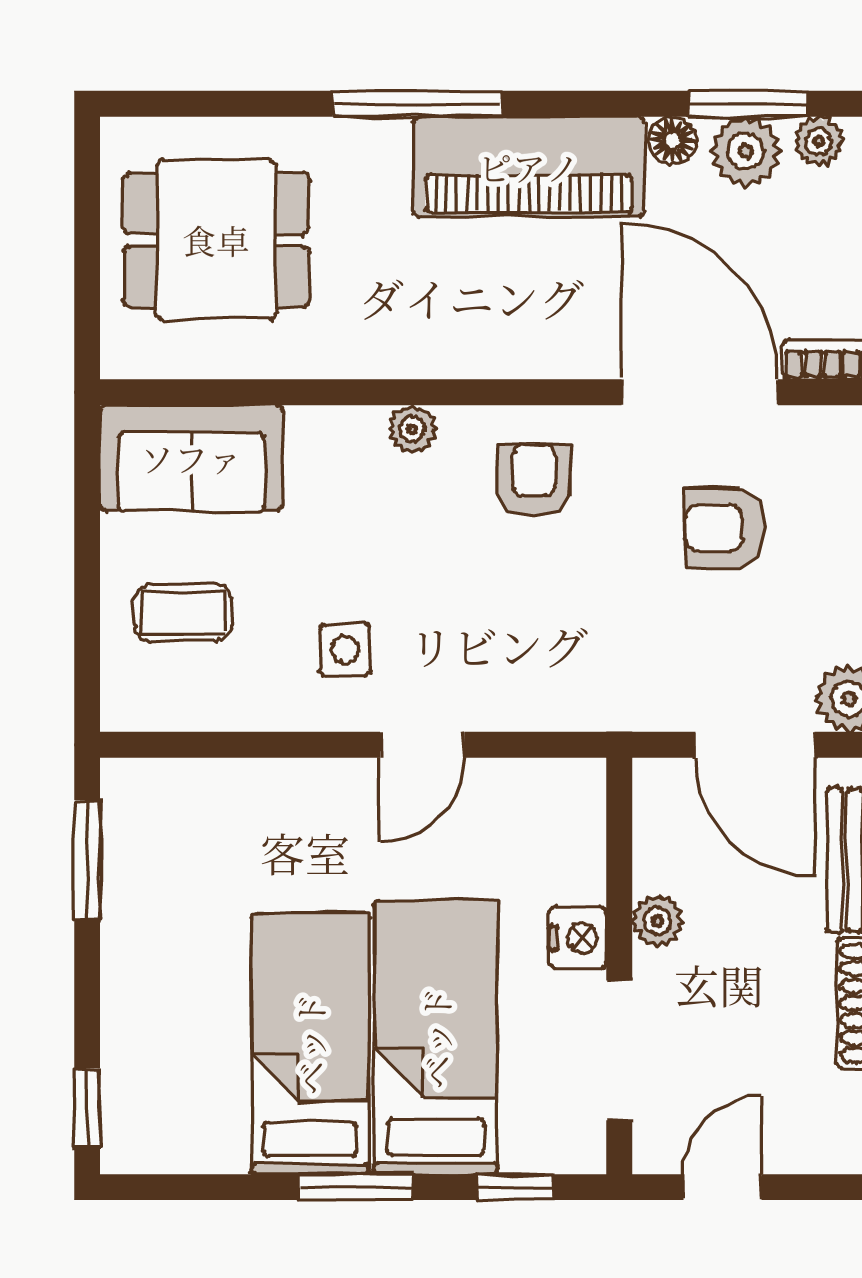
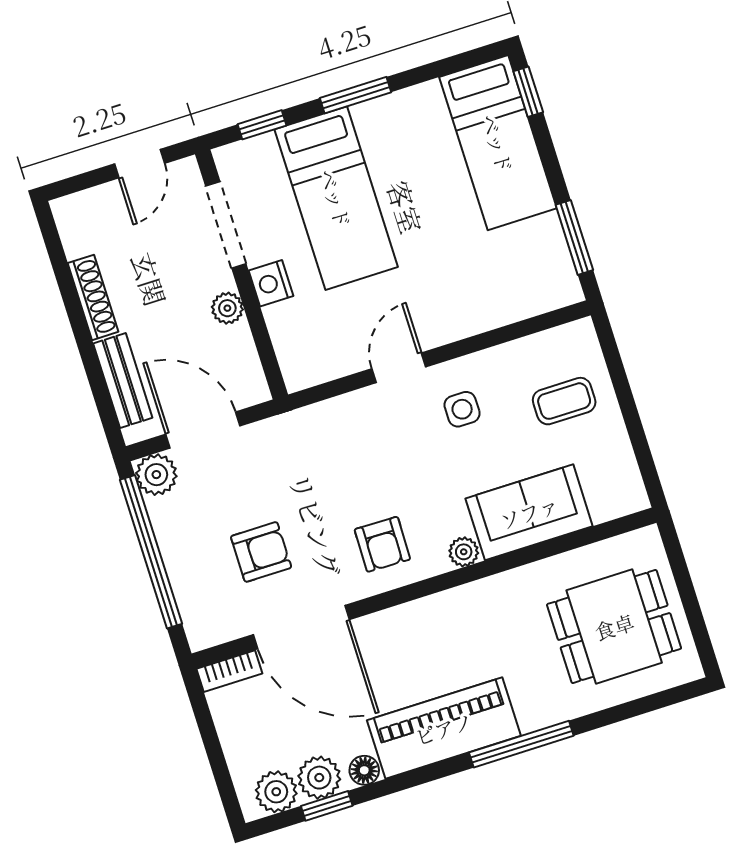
window: (748, 104) -> (327, 806), width x0.67
plant: (819, 141) -> (276, 792), width x1.38, depth x1.38
sofa: (191, 458) -> (529, 512), moved
bed: (310, 1044) -> (498, 143), moved

